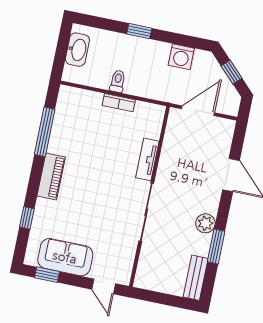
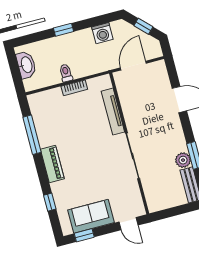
tv unit: (147, 159) -> (113, 112), width x1.41
plant: (205, 223) -> (183, 160), moved

